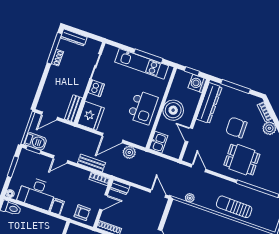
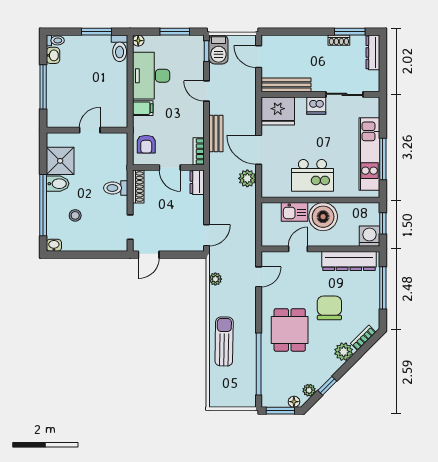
window: (54, 48) -> (350, 32), width x0.69
bench: (74, 109) -> (286, 85), width x1.36
kitchen sink: (158, 142) -> (294, 212), moved

